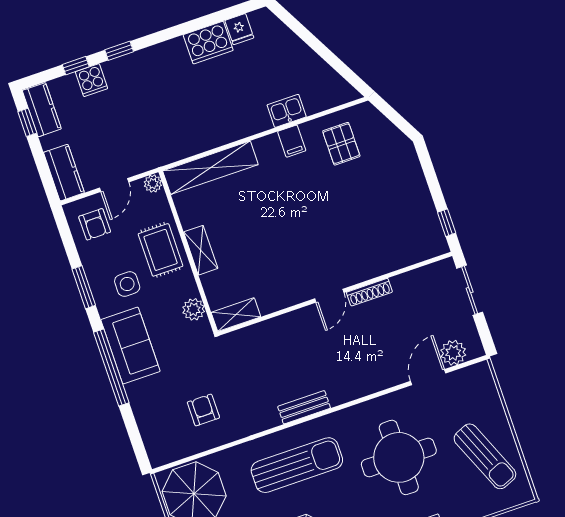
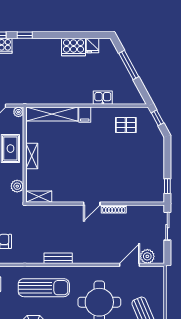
window: (312, 41) -> (129, 65), added
window: (391, 113) -> (157, 118), added
filing cabinet: (292, 141) -> (85, 115), moved
pallet: (341, 144) -> (126, 125), turned 90

